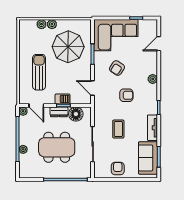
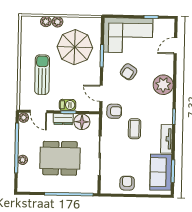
plant: (153, 79) -> (163, 85), width x1.87, depth x1.87
armchair: (126, 95) -> (114, 111), moved
coffee table: (118, 129) -> (135, 129), moved

